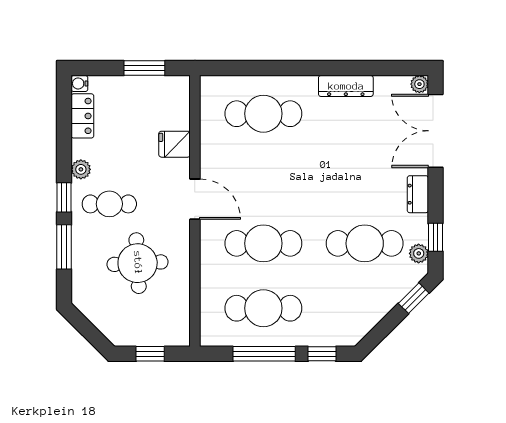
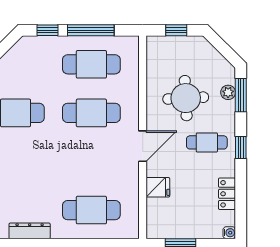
locker: (82, 116) -> (227, 194), moved
plant: (81, 169) -> (228, 92), moved
door: (195, 199) -> (143, 146), swing flipped
window: (64, 247) -> (241, 95), moved

